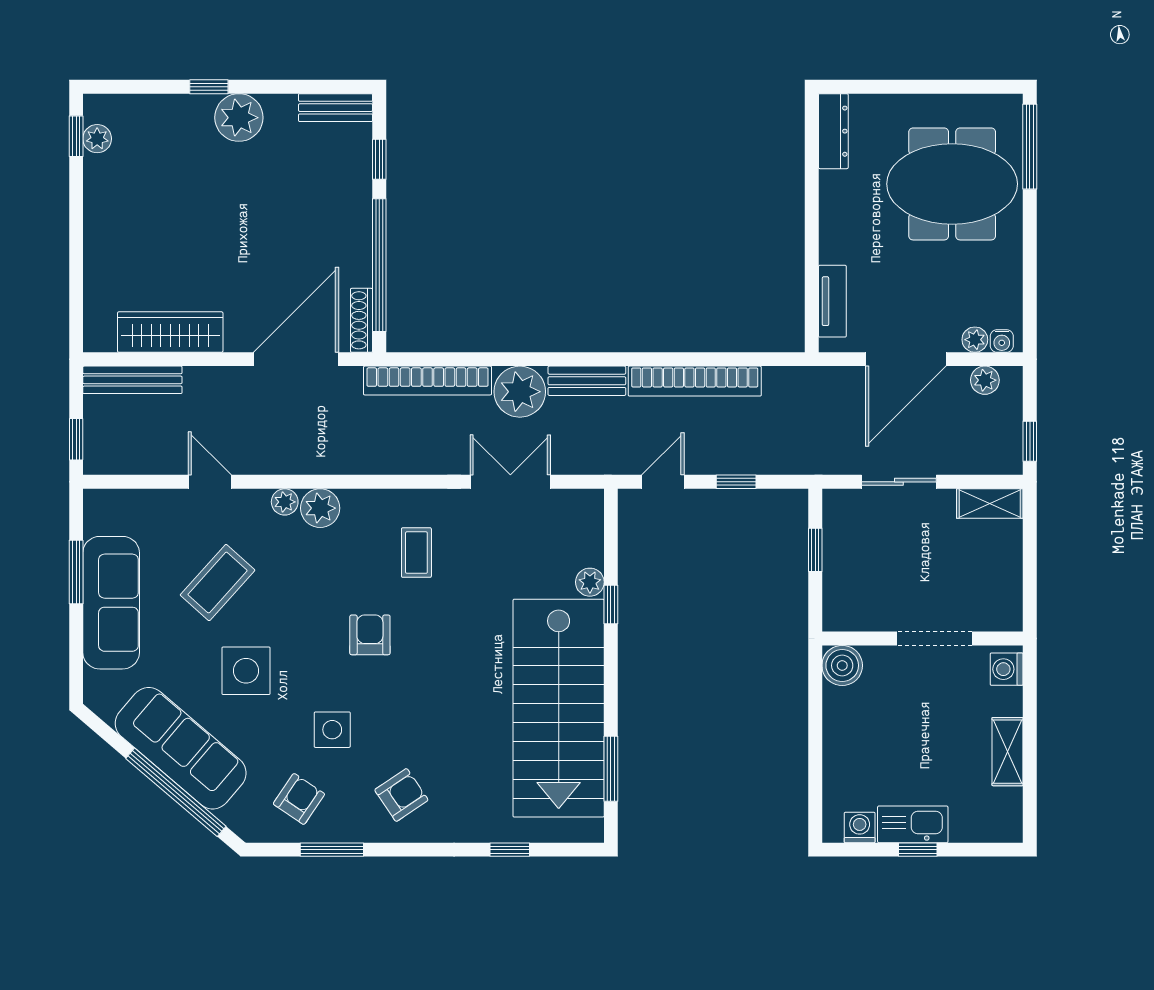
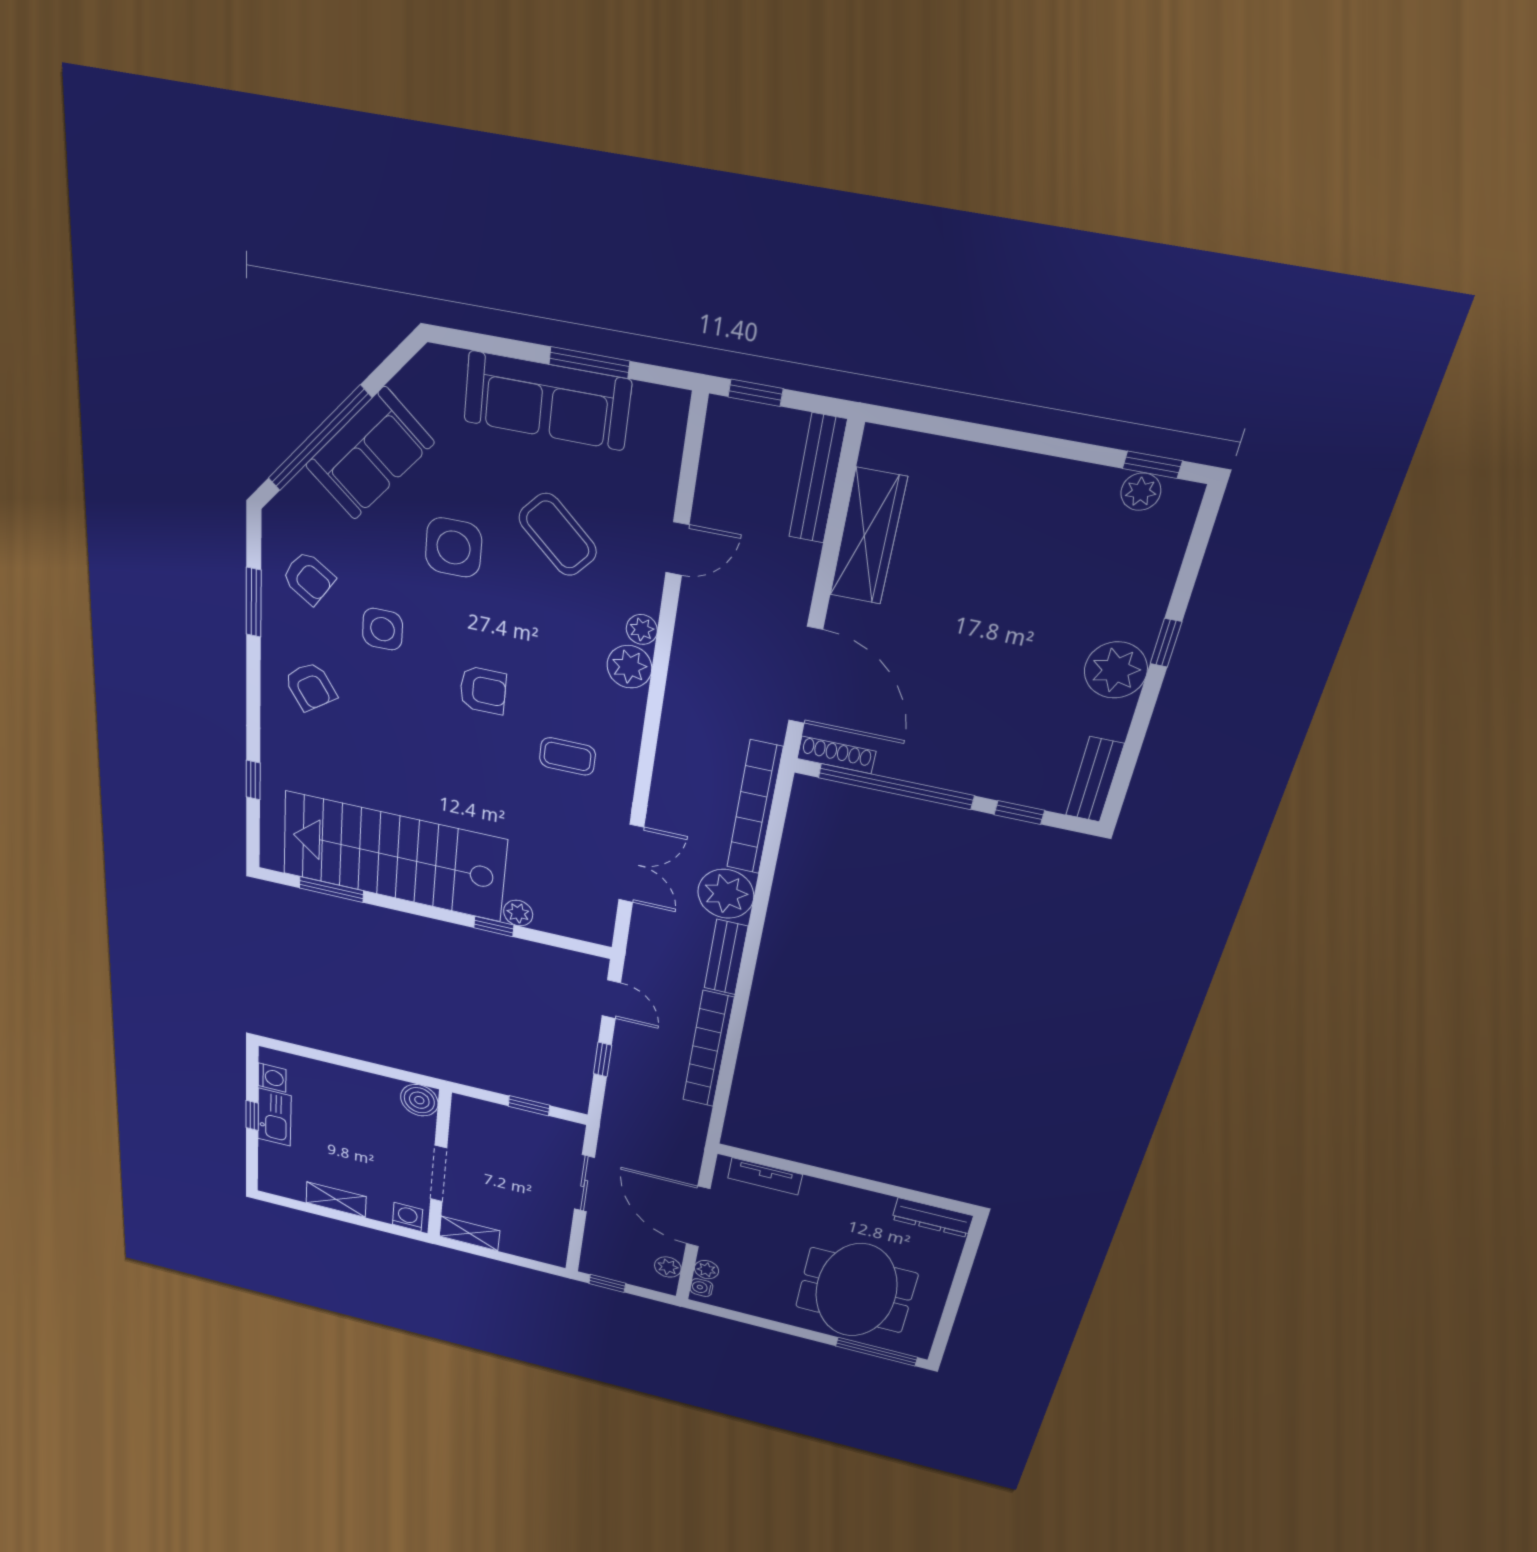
shelving: (990, 504) -> (470, 1234), moved, turned 90
sofa: (181, 748) -> (369, 454), width x0.73

